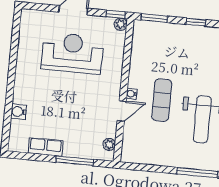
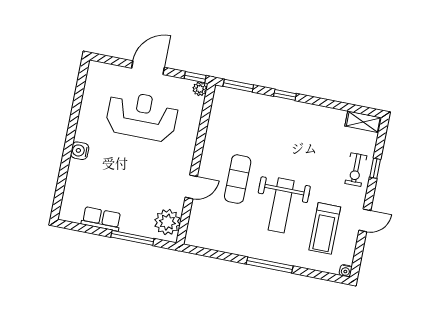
water cooler: (132, 94) -> (204, 169), removed
water cooler: (19, 112) -> (80, 151), moved
plant: (109, 144) -> (167, 222), width x1.87, depth x1.87

